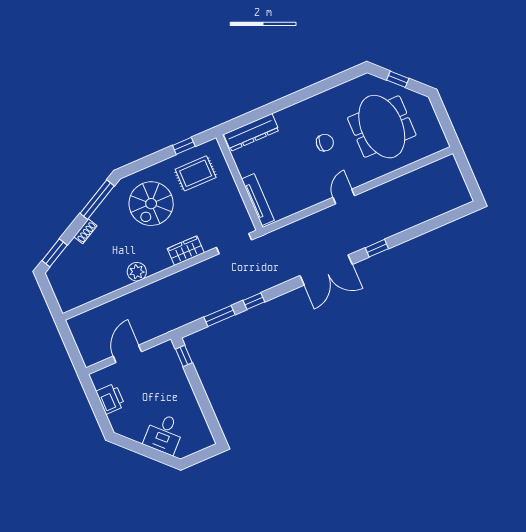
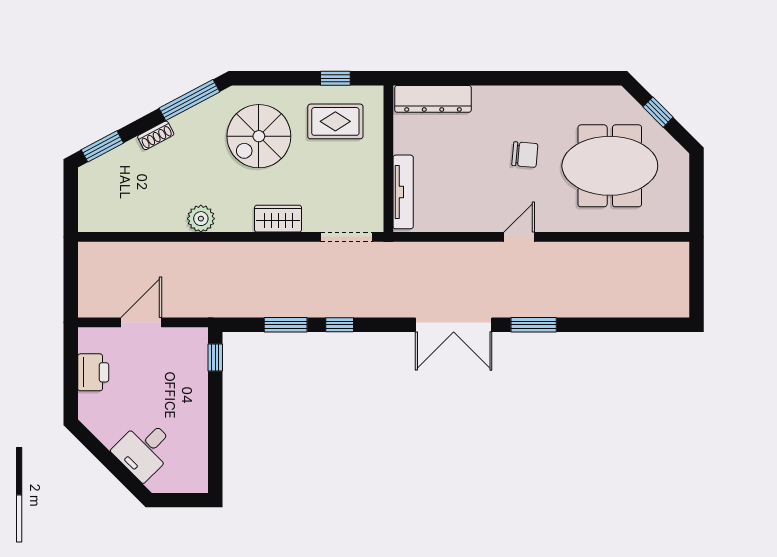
meeting table: (382, 127) -> (610, 166), turned 90
window: (377, 248) -> (534, 325), width x1.50

